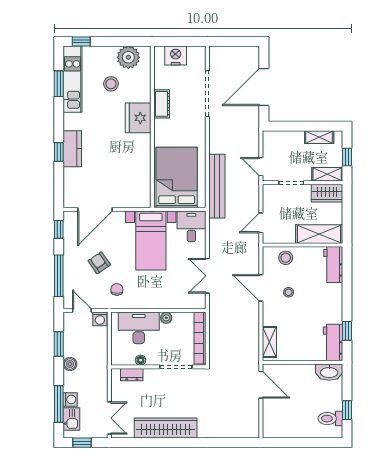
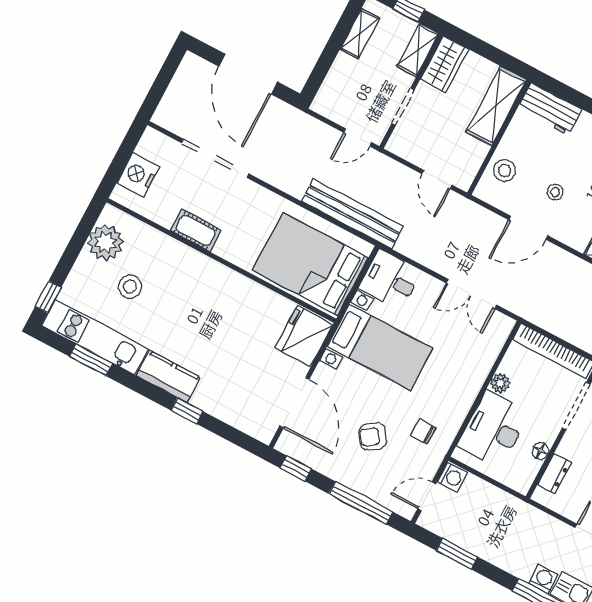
fridge: (138, 118) -> (304, 336), moved, turned 90
kitchen counter: (72, 149) -> (168, 377), moved
boiler: (70, 364) -> (493, 553), removed

